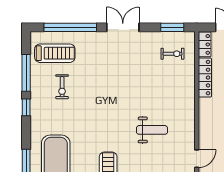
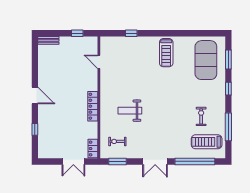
locker: (205, 78) -> (93, 106), moved
window: (26, 107) -> (228, 89), moved
weight bench: (152, 130) -> (130, 111), moved
door: (197, 159) -> (99, 62), hinge flipped

